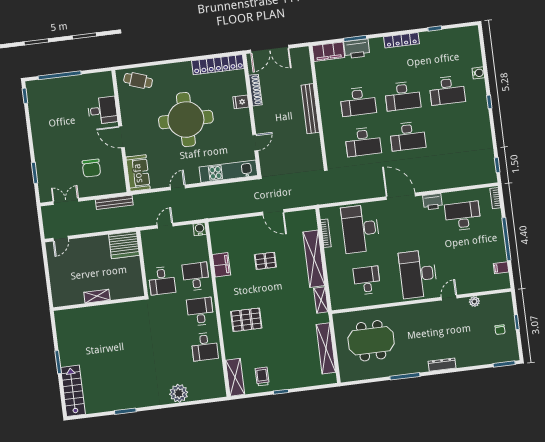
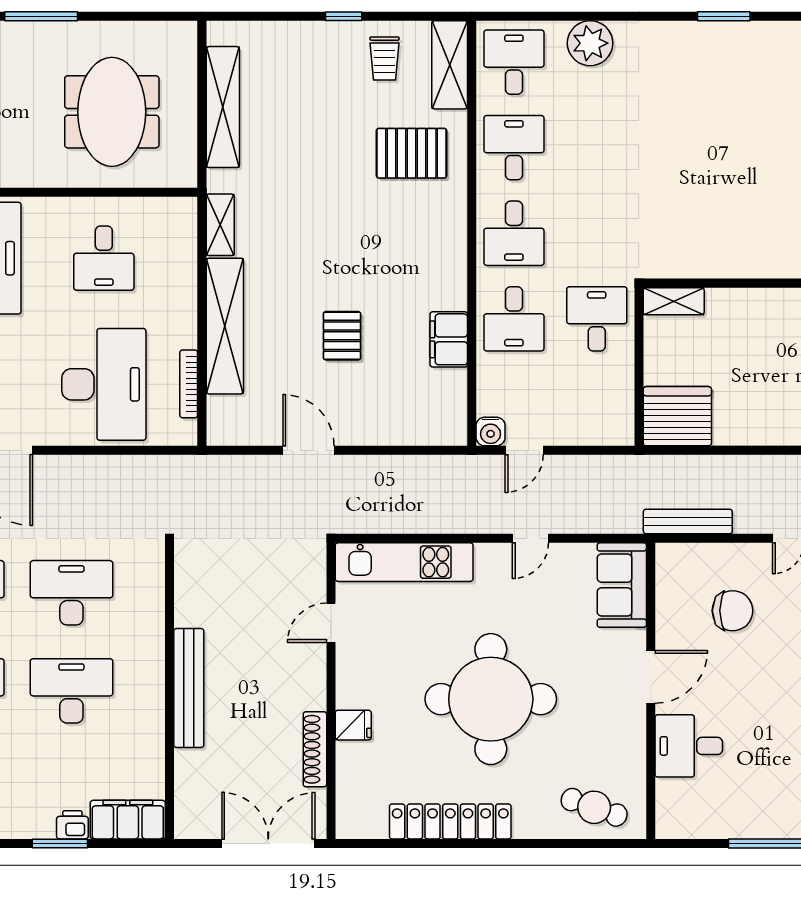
printer: (357, 49) -> (72, 825), width x0.53, depth x0.68
locker: (218, 65) -> (450, 821), moved
door: (122, 137) -> (651, 677), hinge flipped
chair: (91, 168) -> (732, 611), turned 90
door: (165, 226) -> (524, 450), moved
pallet: (265, 261) -> (342, 336), turned 90
shelving: (97, 296) -> (674, 301), moved
pallet: (246, 320) -> (412, 153), moved
meeting table: (371, 341) -> (112, 112), turned 90
desk: (209, 382) -> (514, 62), added

